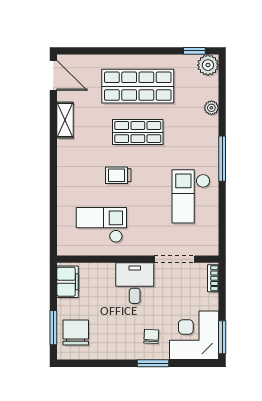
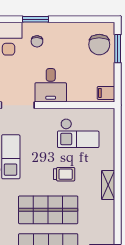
shelving: (65, 120) -> (108, 185), moved
shop shelf: (138, 132) -> (48, 210), width x1.43, depth x1.36
filing cabinet: (68, 282) -> (106, 93), width x0.50

